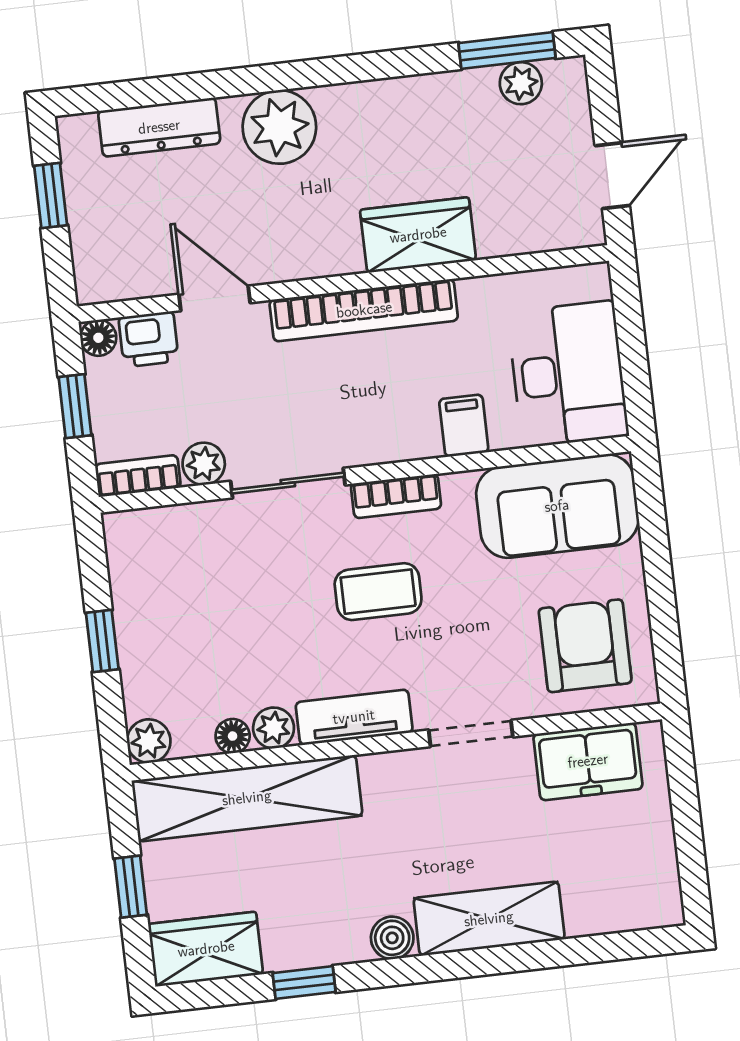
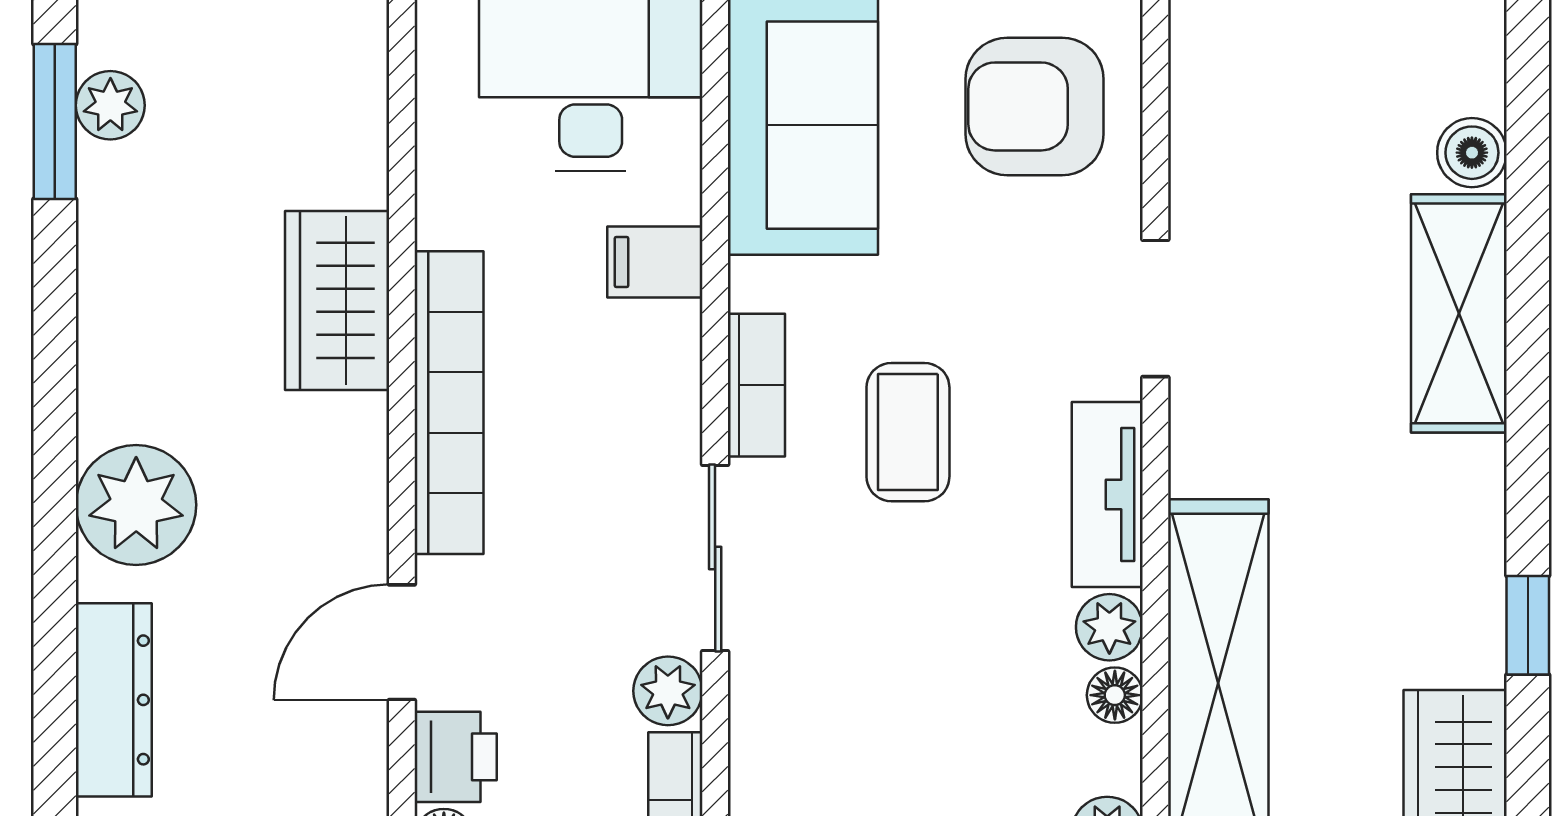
freezer: (588, 761) -> (1223, 124), removed
boiler: (392, 938) -> (1472, 153), moved

